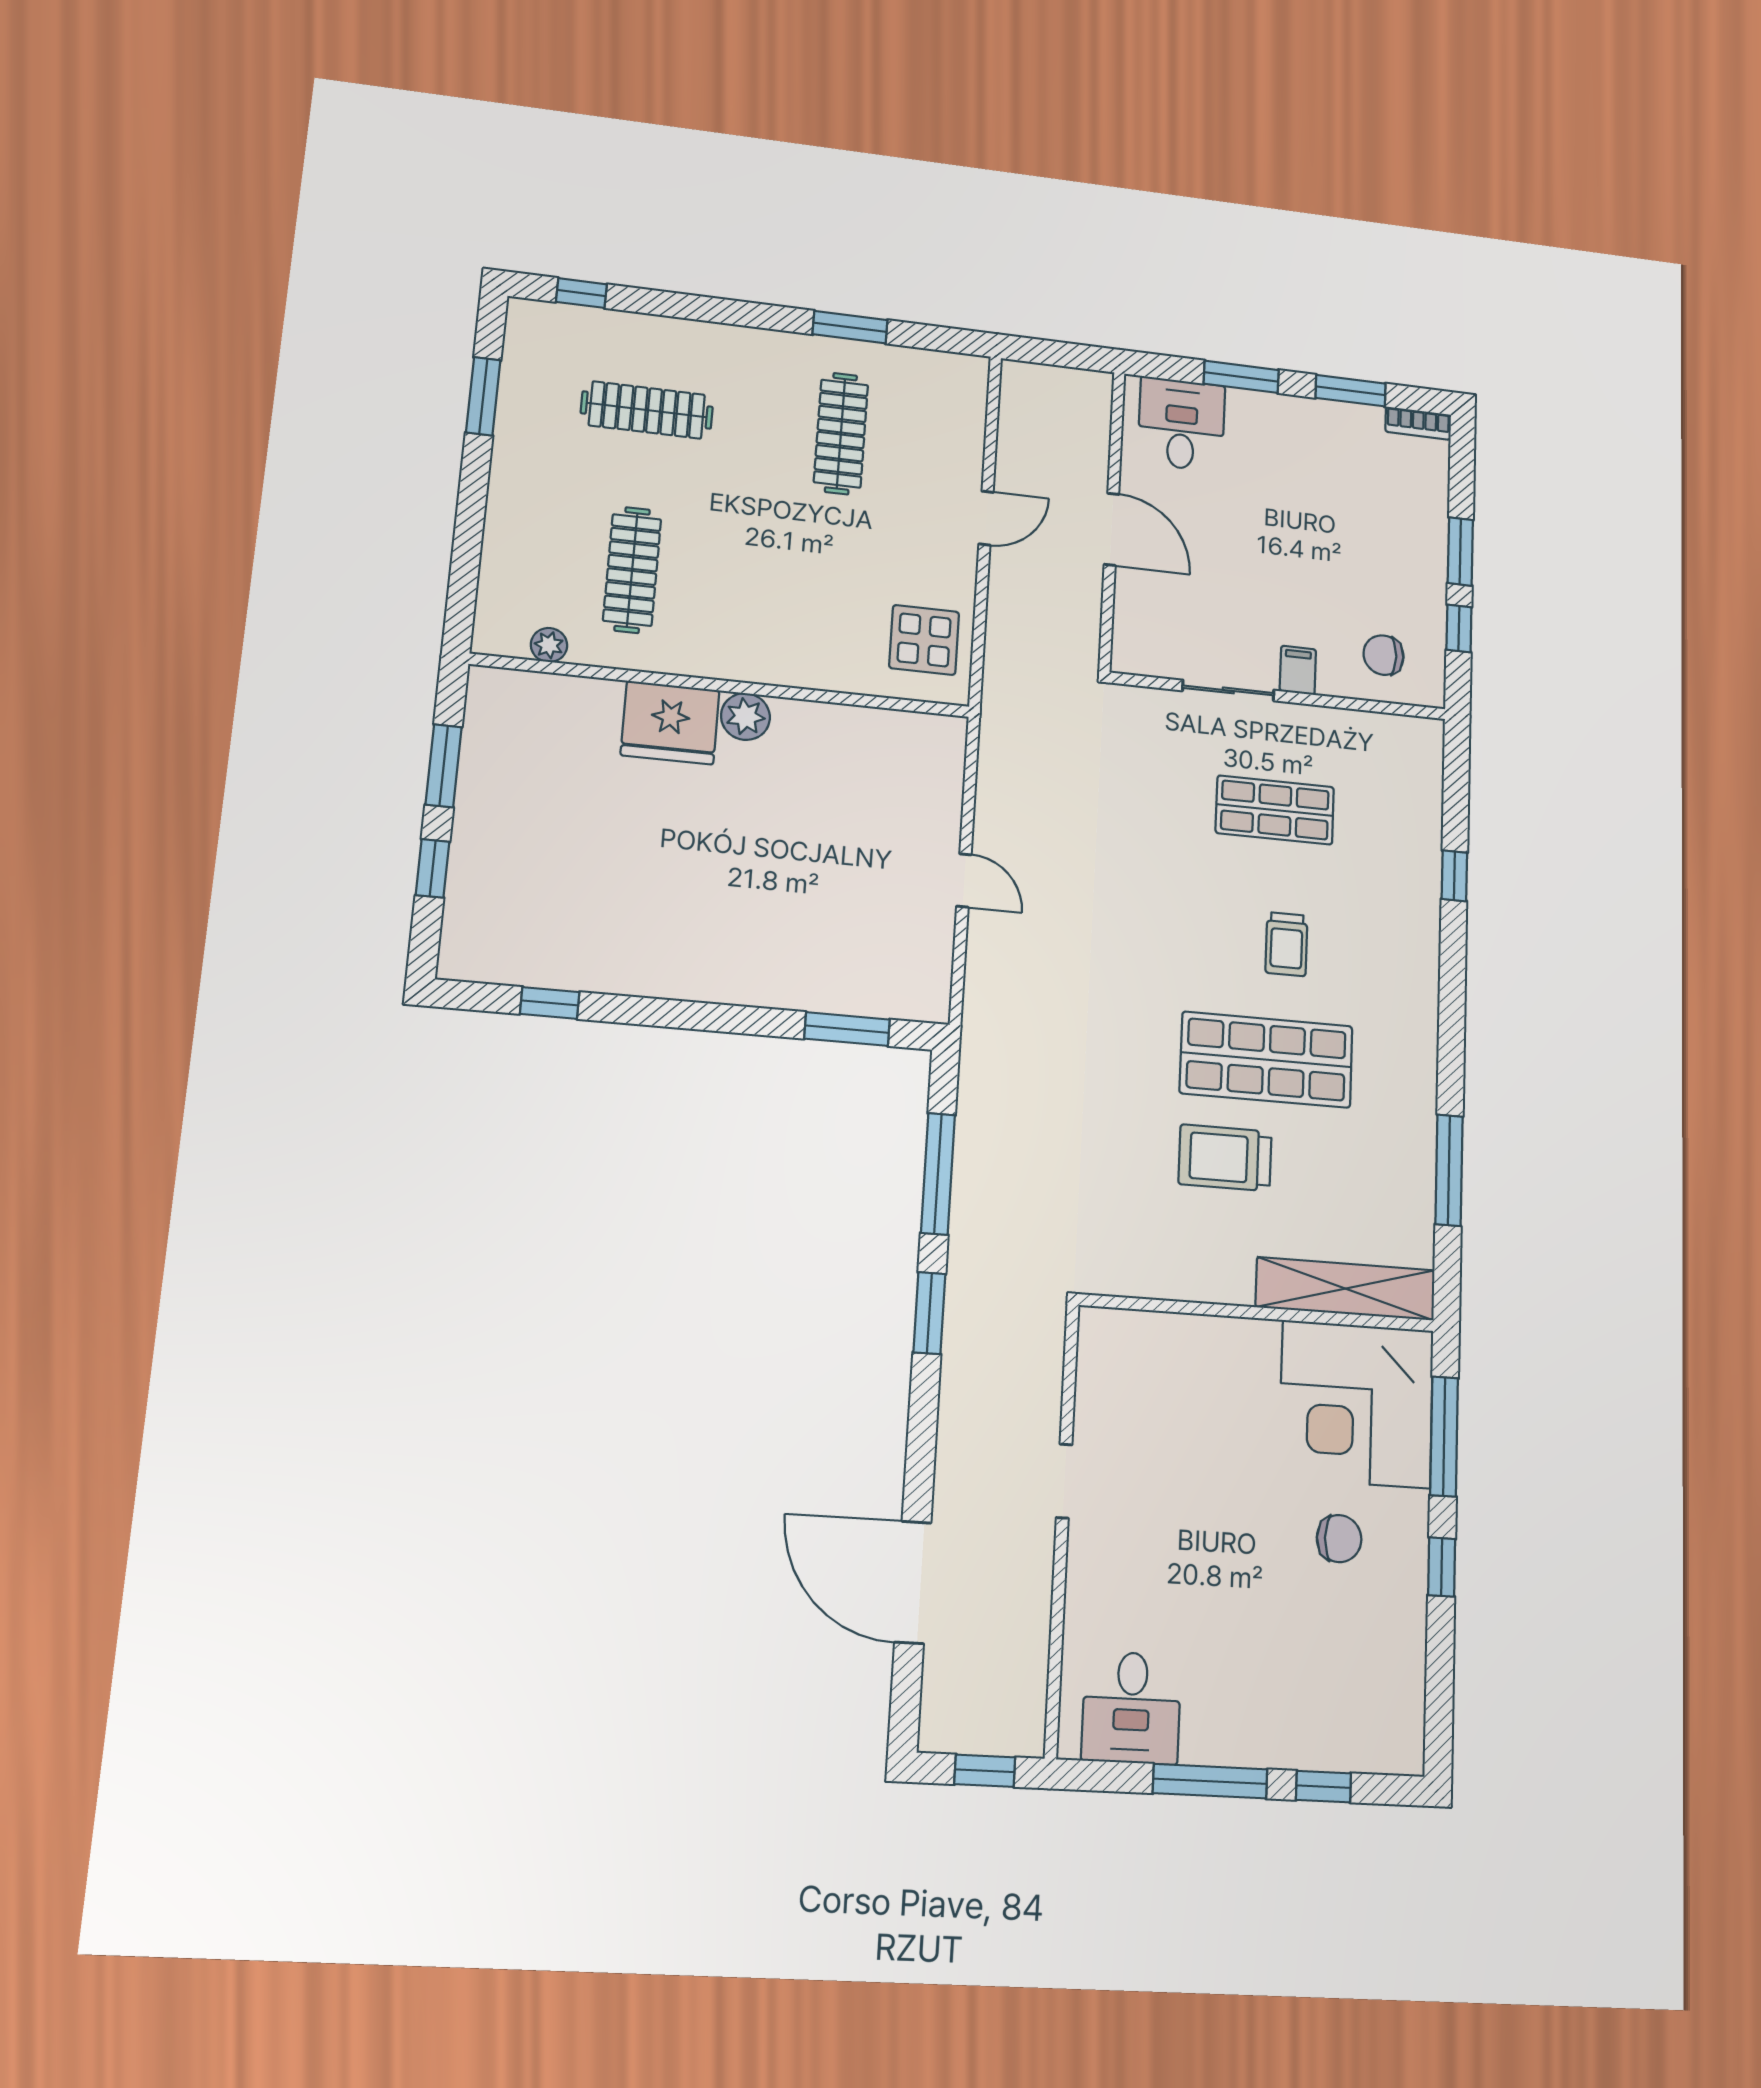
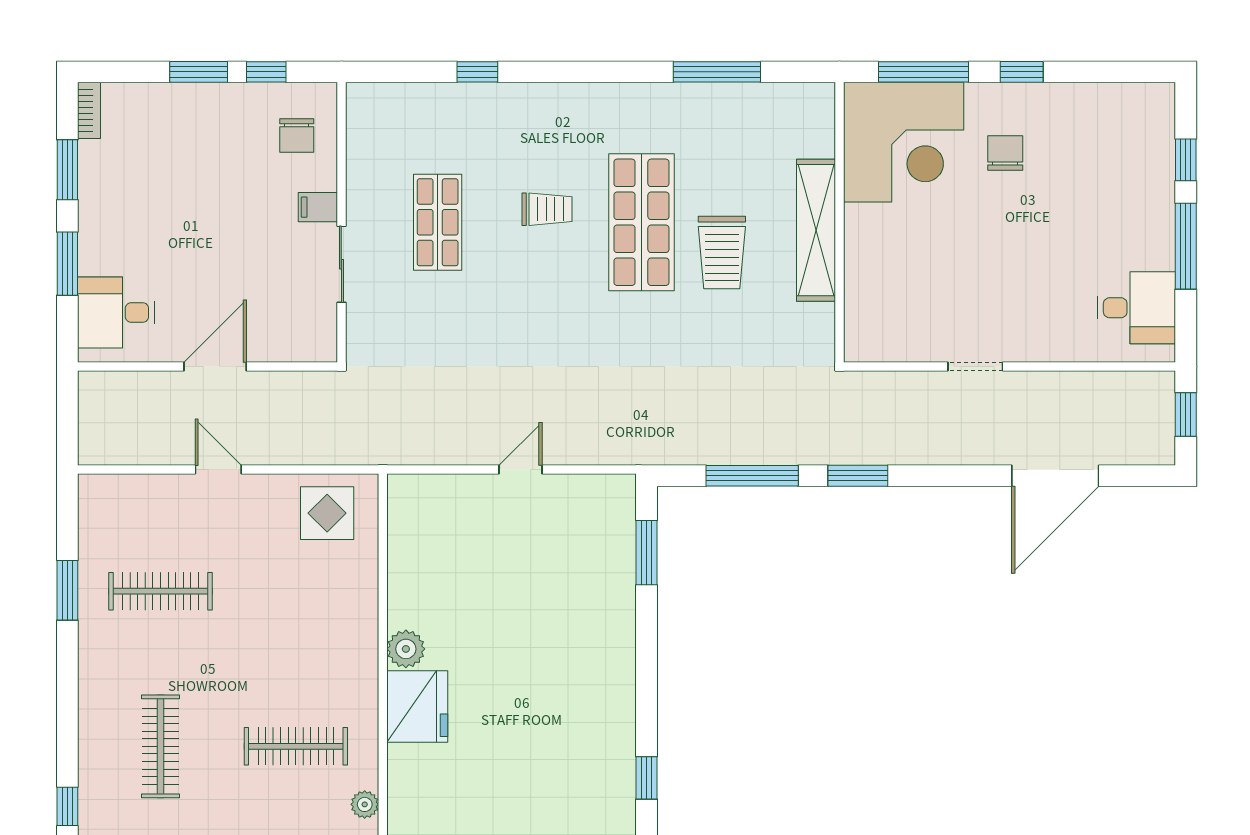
shelving: (1345, 1289) -> (816, 230), moved

